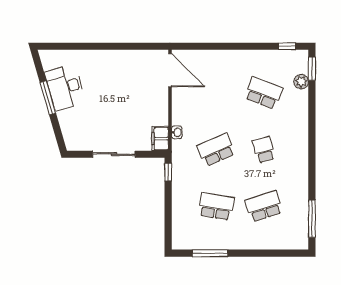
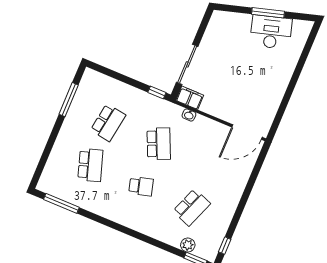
sliding door: (114, 154) -> (187, 64), moved

